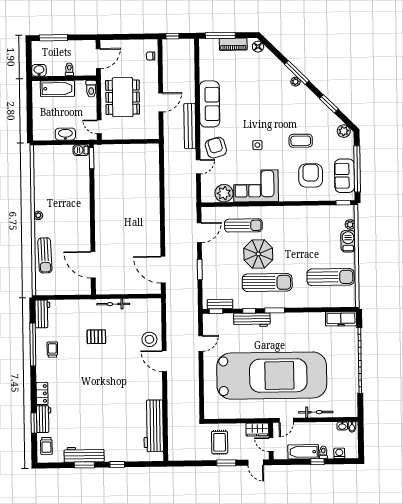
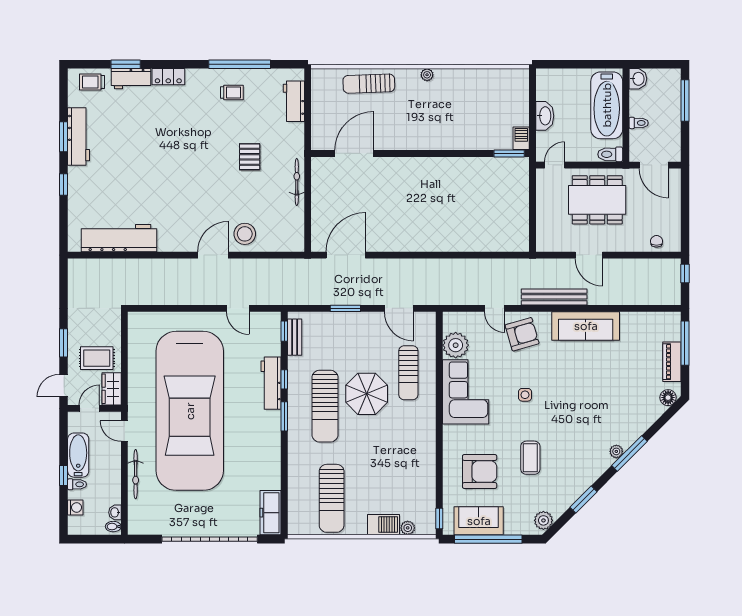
bathtub: (57, 89) -> (607, 105), width x1.36, depth x1.36
workbench: (42, 314) -> (294, 101), moved, turned 90
rug: (220, 442) -> (97, 358), moved

